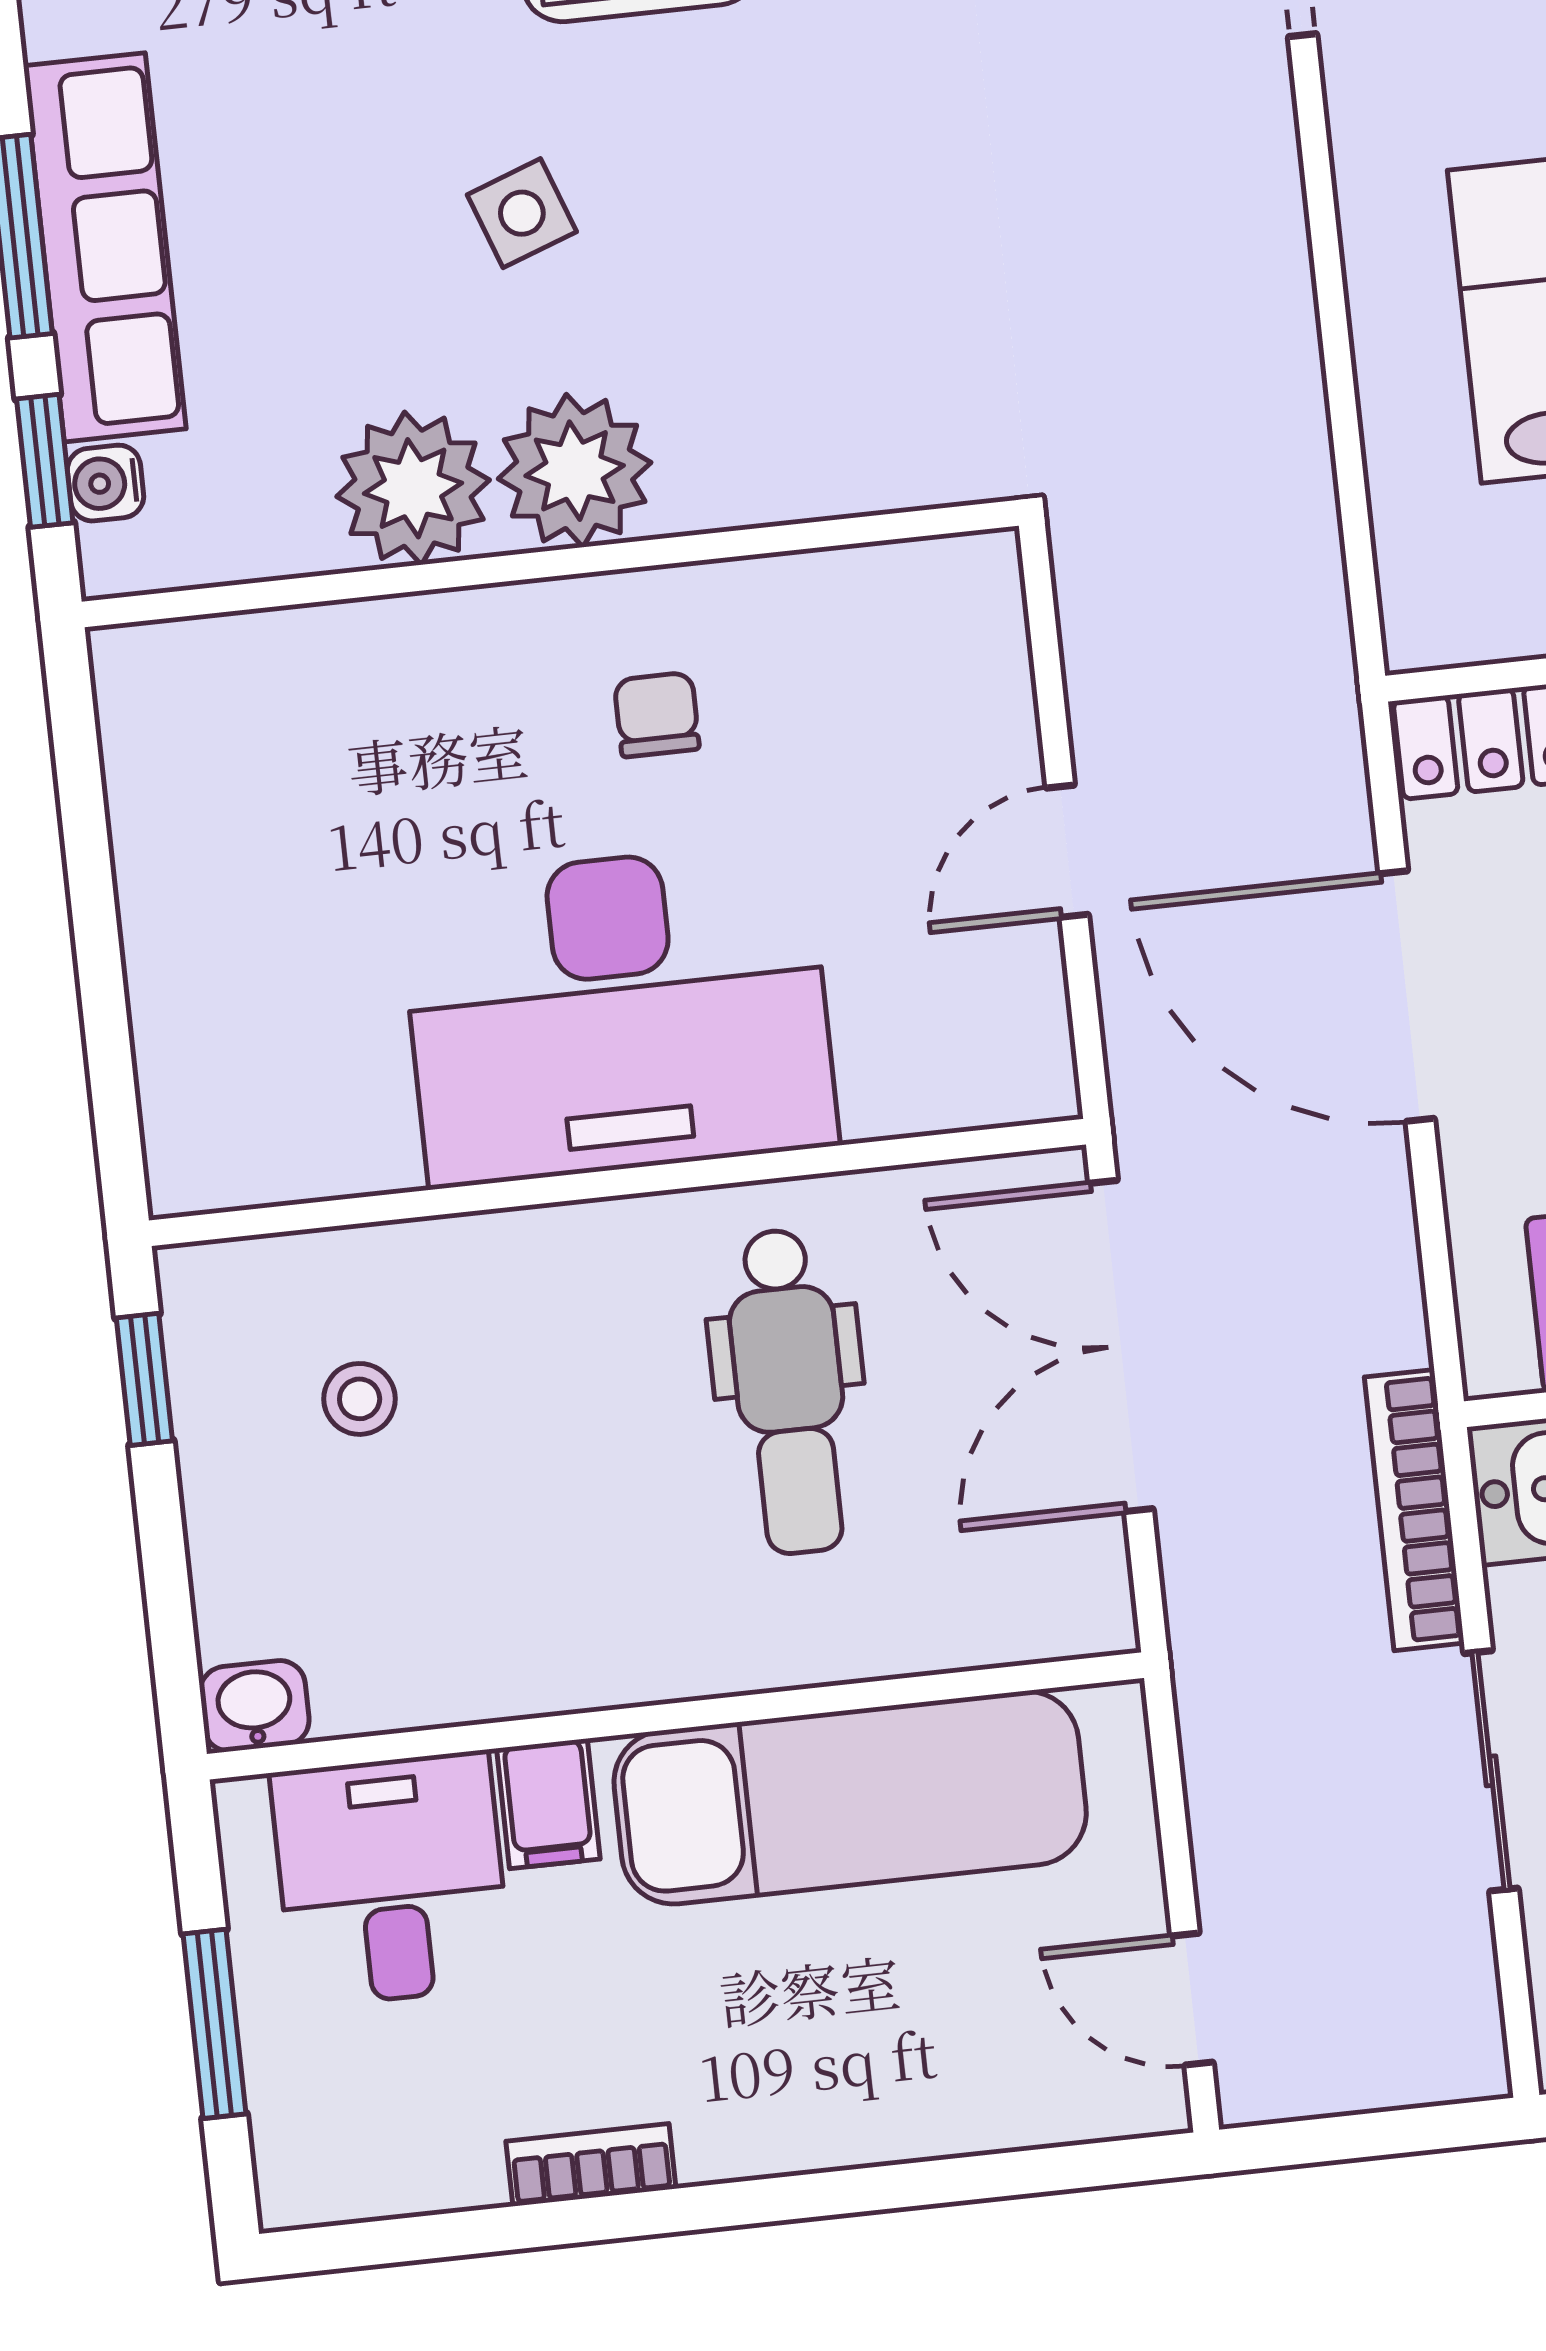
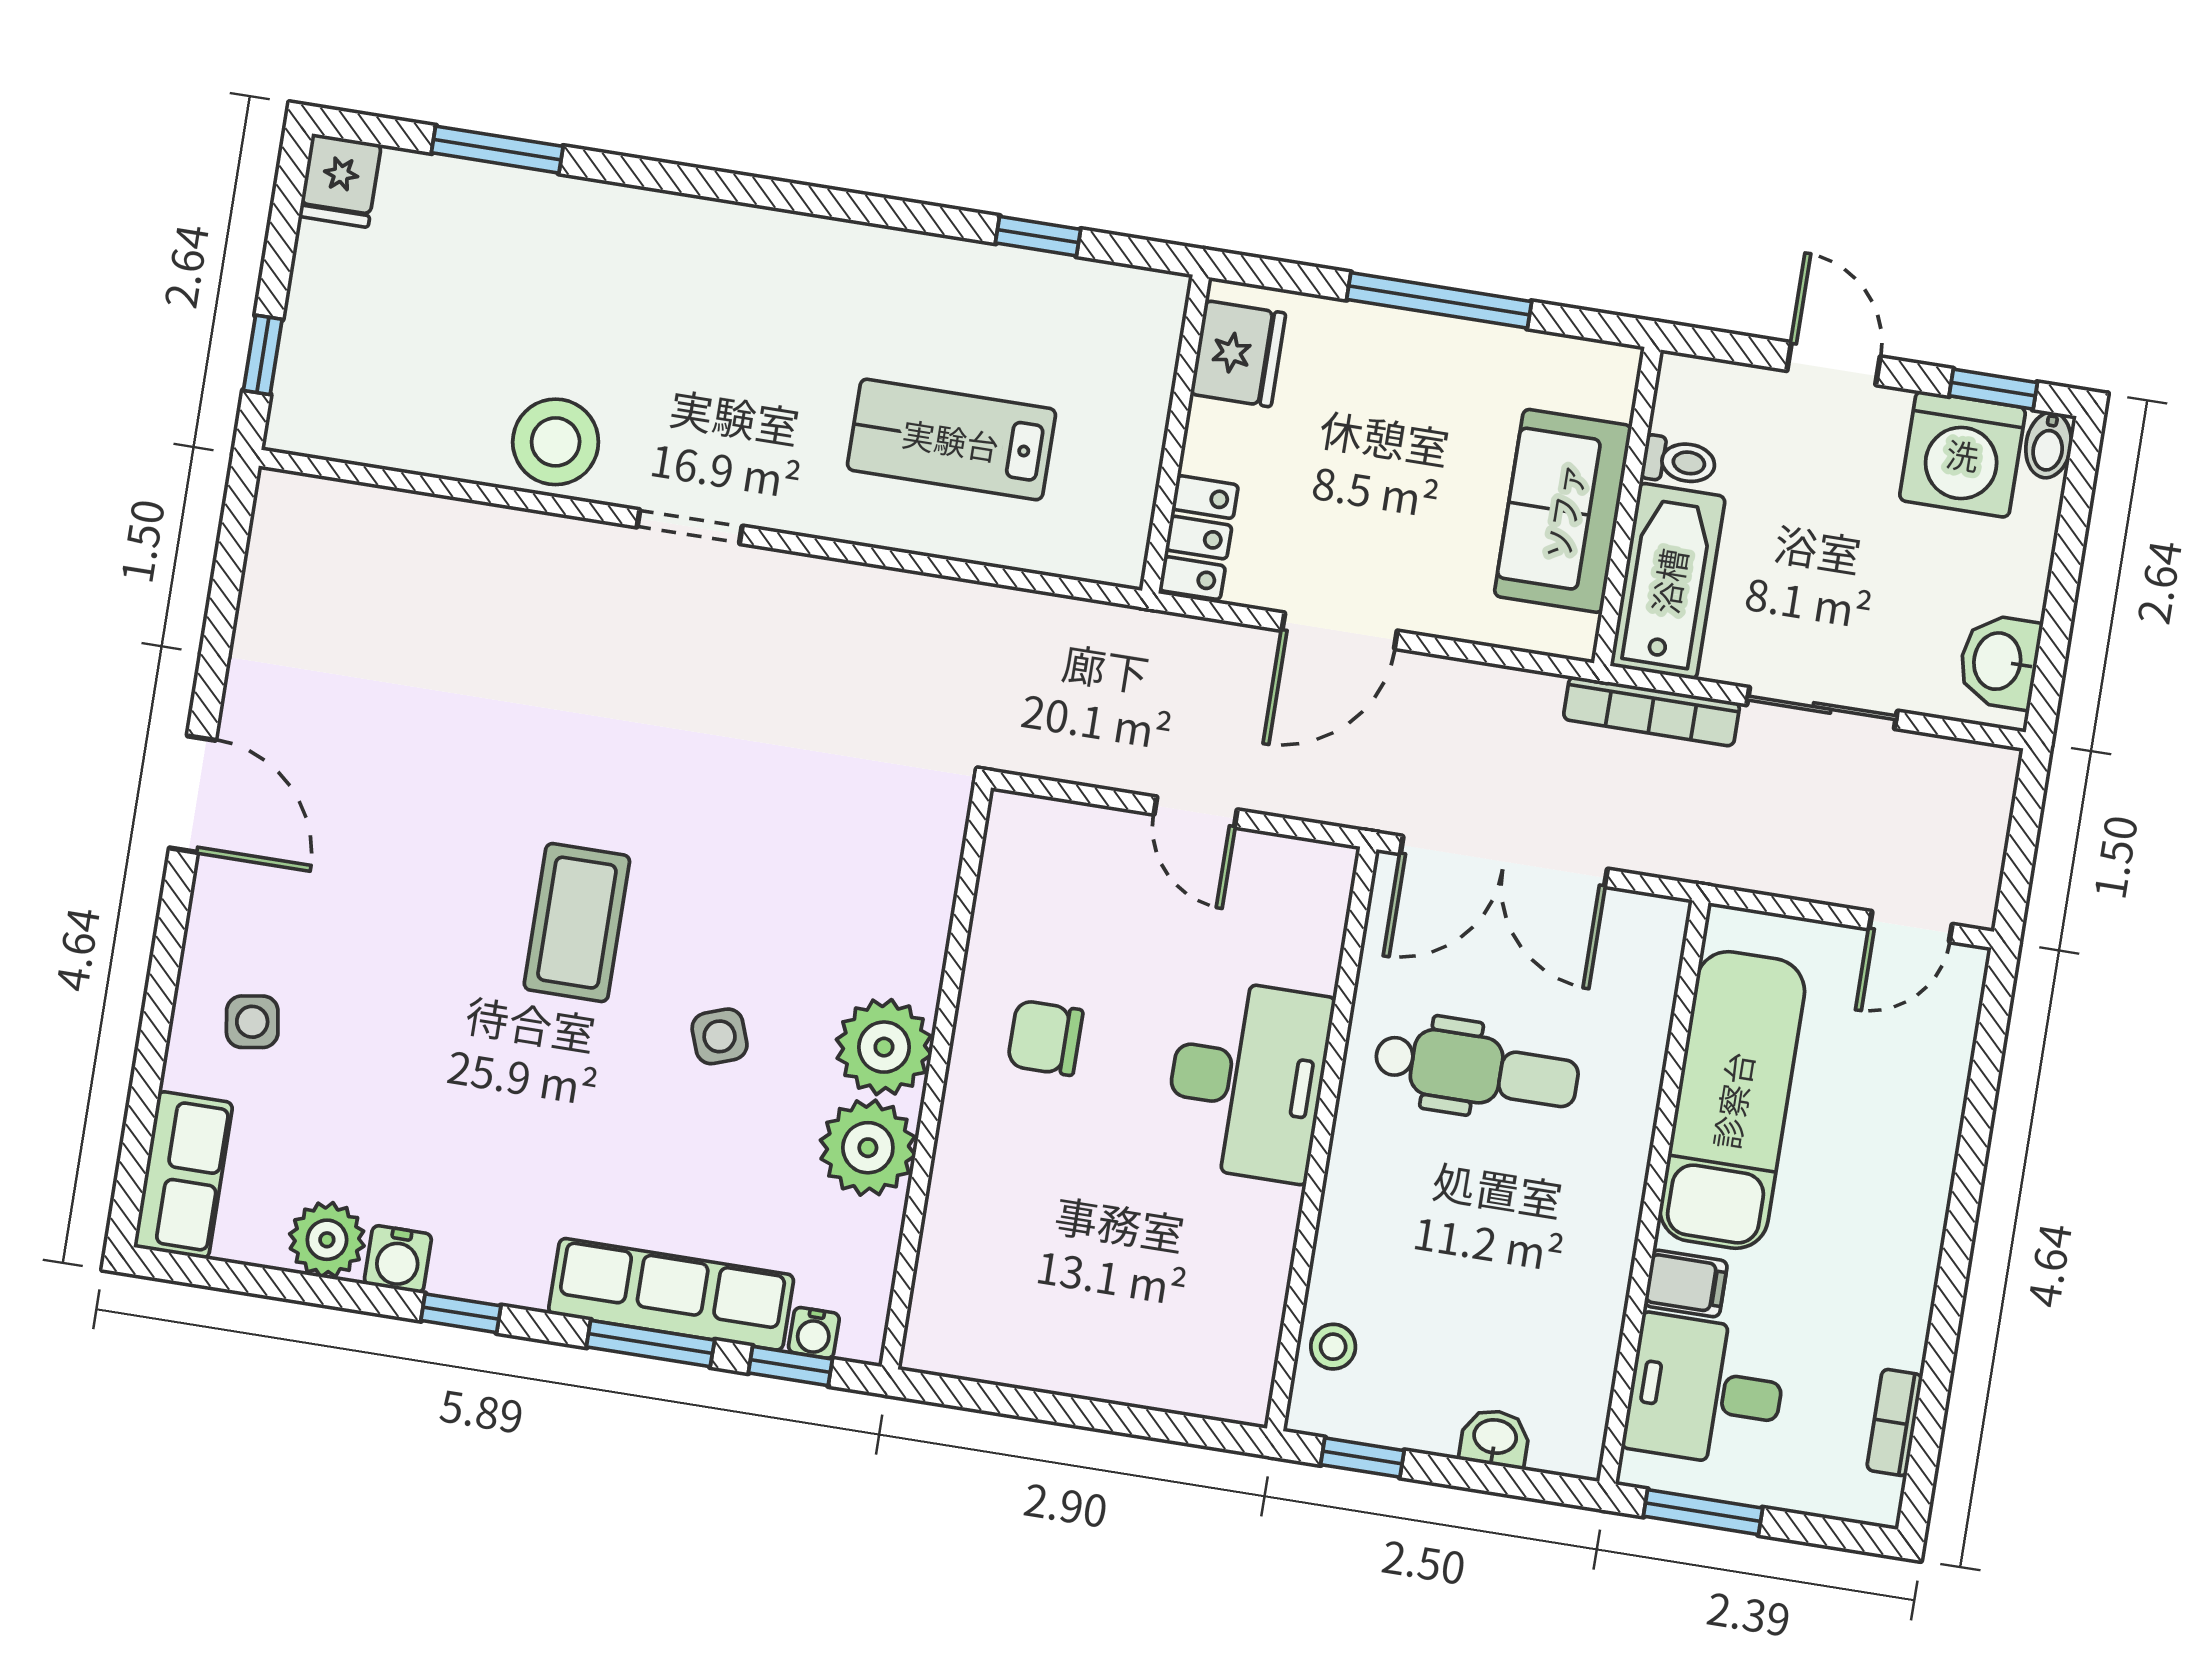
chair: (657, 715) -> (1045, 1038), width x1.37, depth x1.37
door: (1407, 996) -> (1340, 631), width x0.73
desk: (618, 1014) -> (1247, 1080), width x0.73, depth x0.77
stool: (360, 1399) -> (1333, 1347), moved
washbasin: (255, 1706) -> (1495, 1438), moved, turned 90
window: (215, 2024) -> (1703, 1512), moved
bookcase: (591, 2165) -> (1895, 1422), moved

